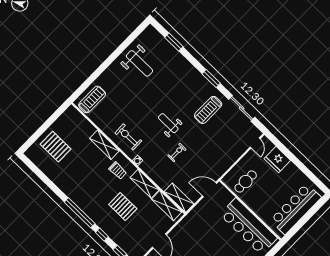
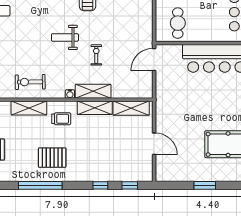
exercise bike: (128, 137) -> (30, 82), moved
shelving: (179, 198) -> (93, 91), moved
pallet: (123, 207) -> (52, 158), moved
window: (80, 213) -> (40, 185), moved

